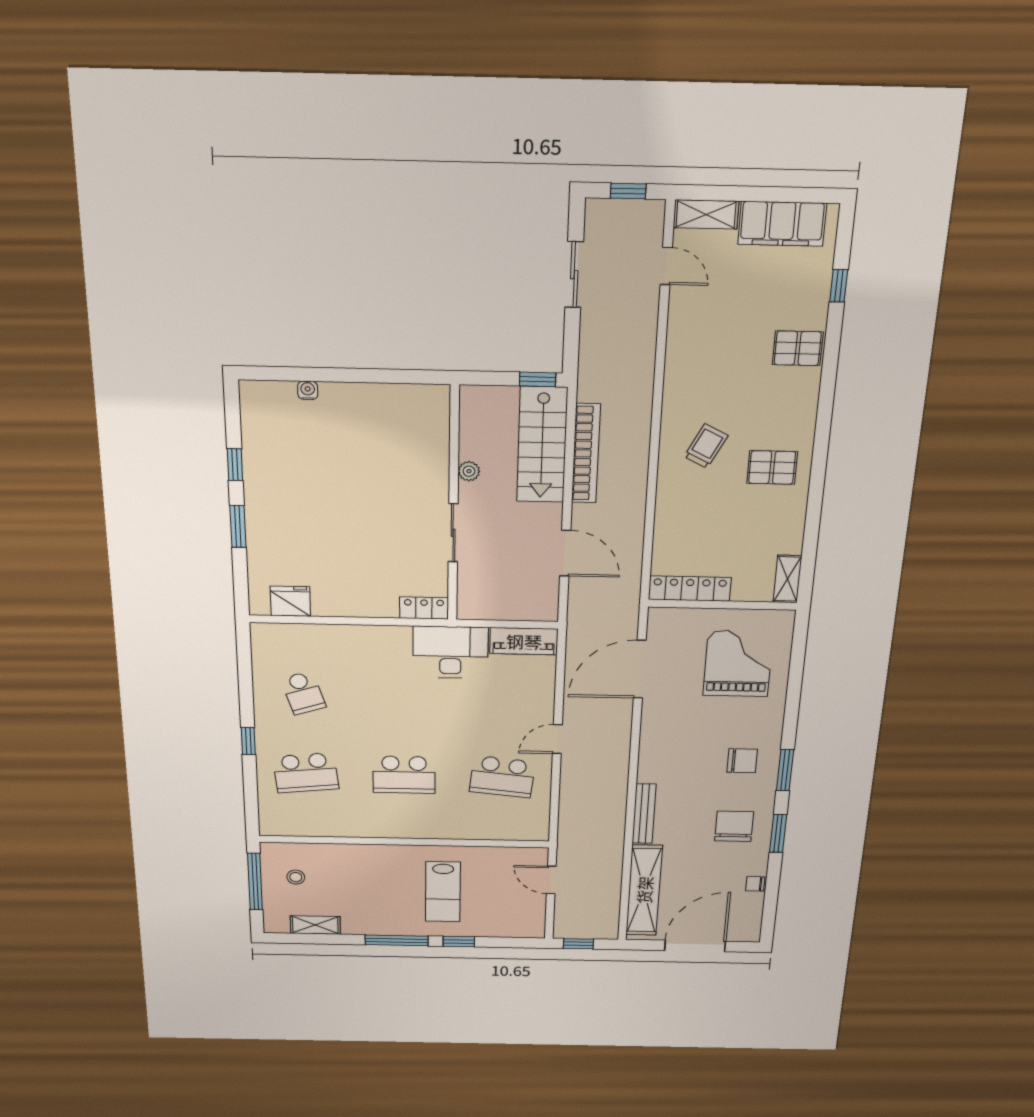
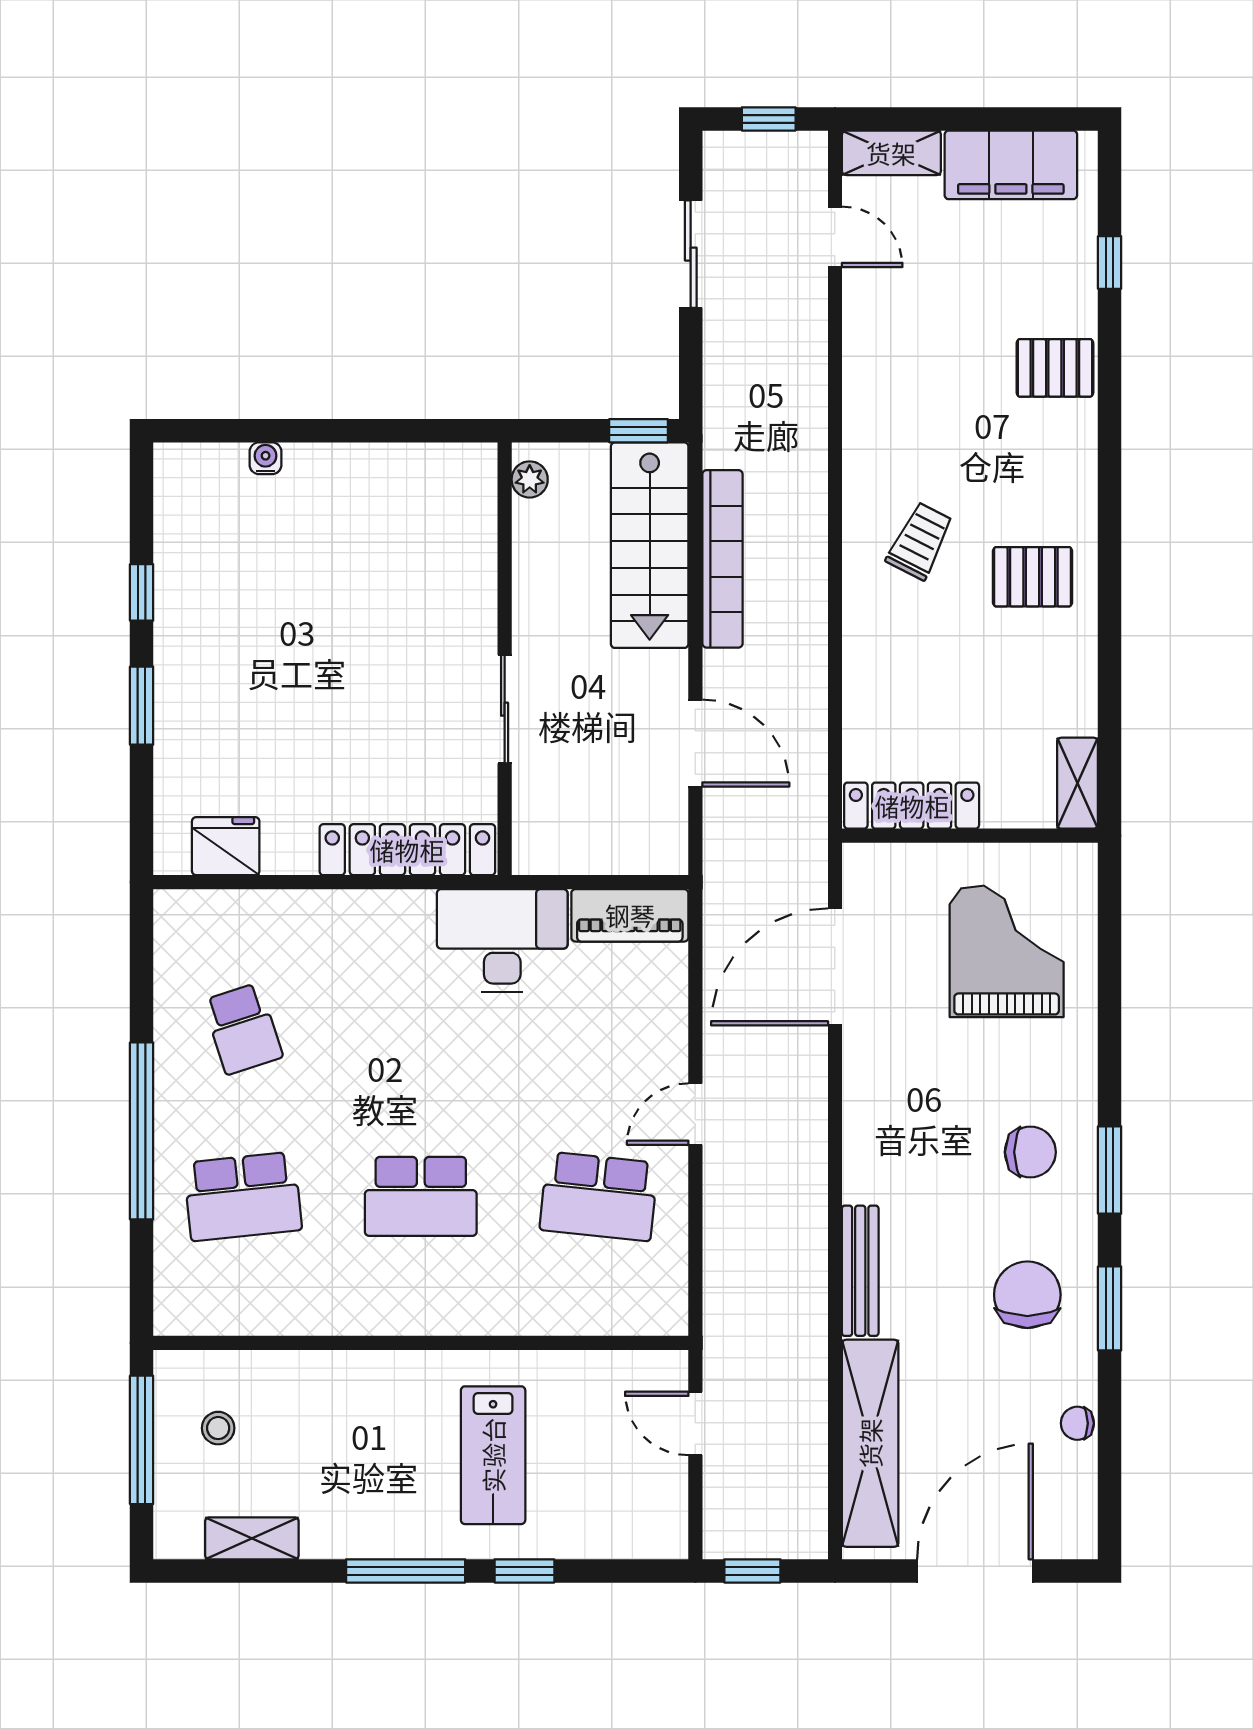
plant: (469, 471) -> (530, 479), moved
locker: (424, 608) -> (407, 850), width x2.16, depth x1.21
window: (248, 741) -> (142, 1131), width x3.17

